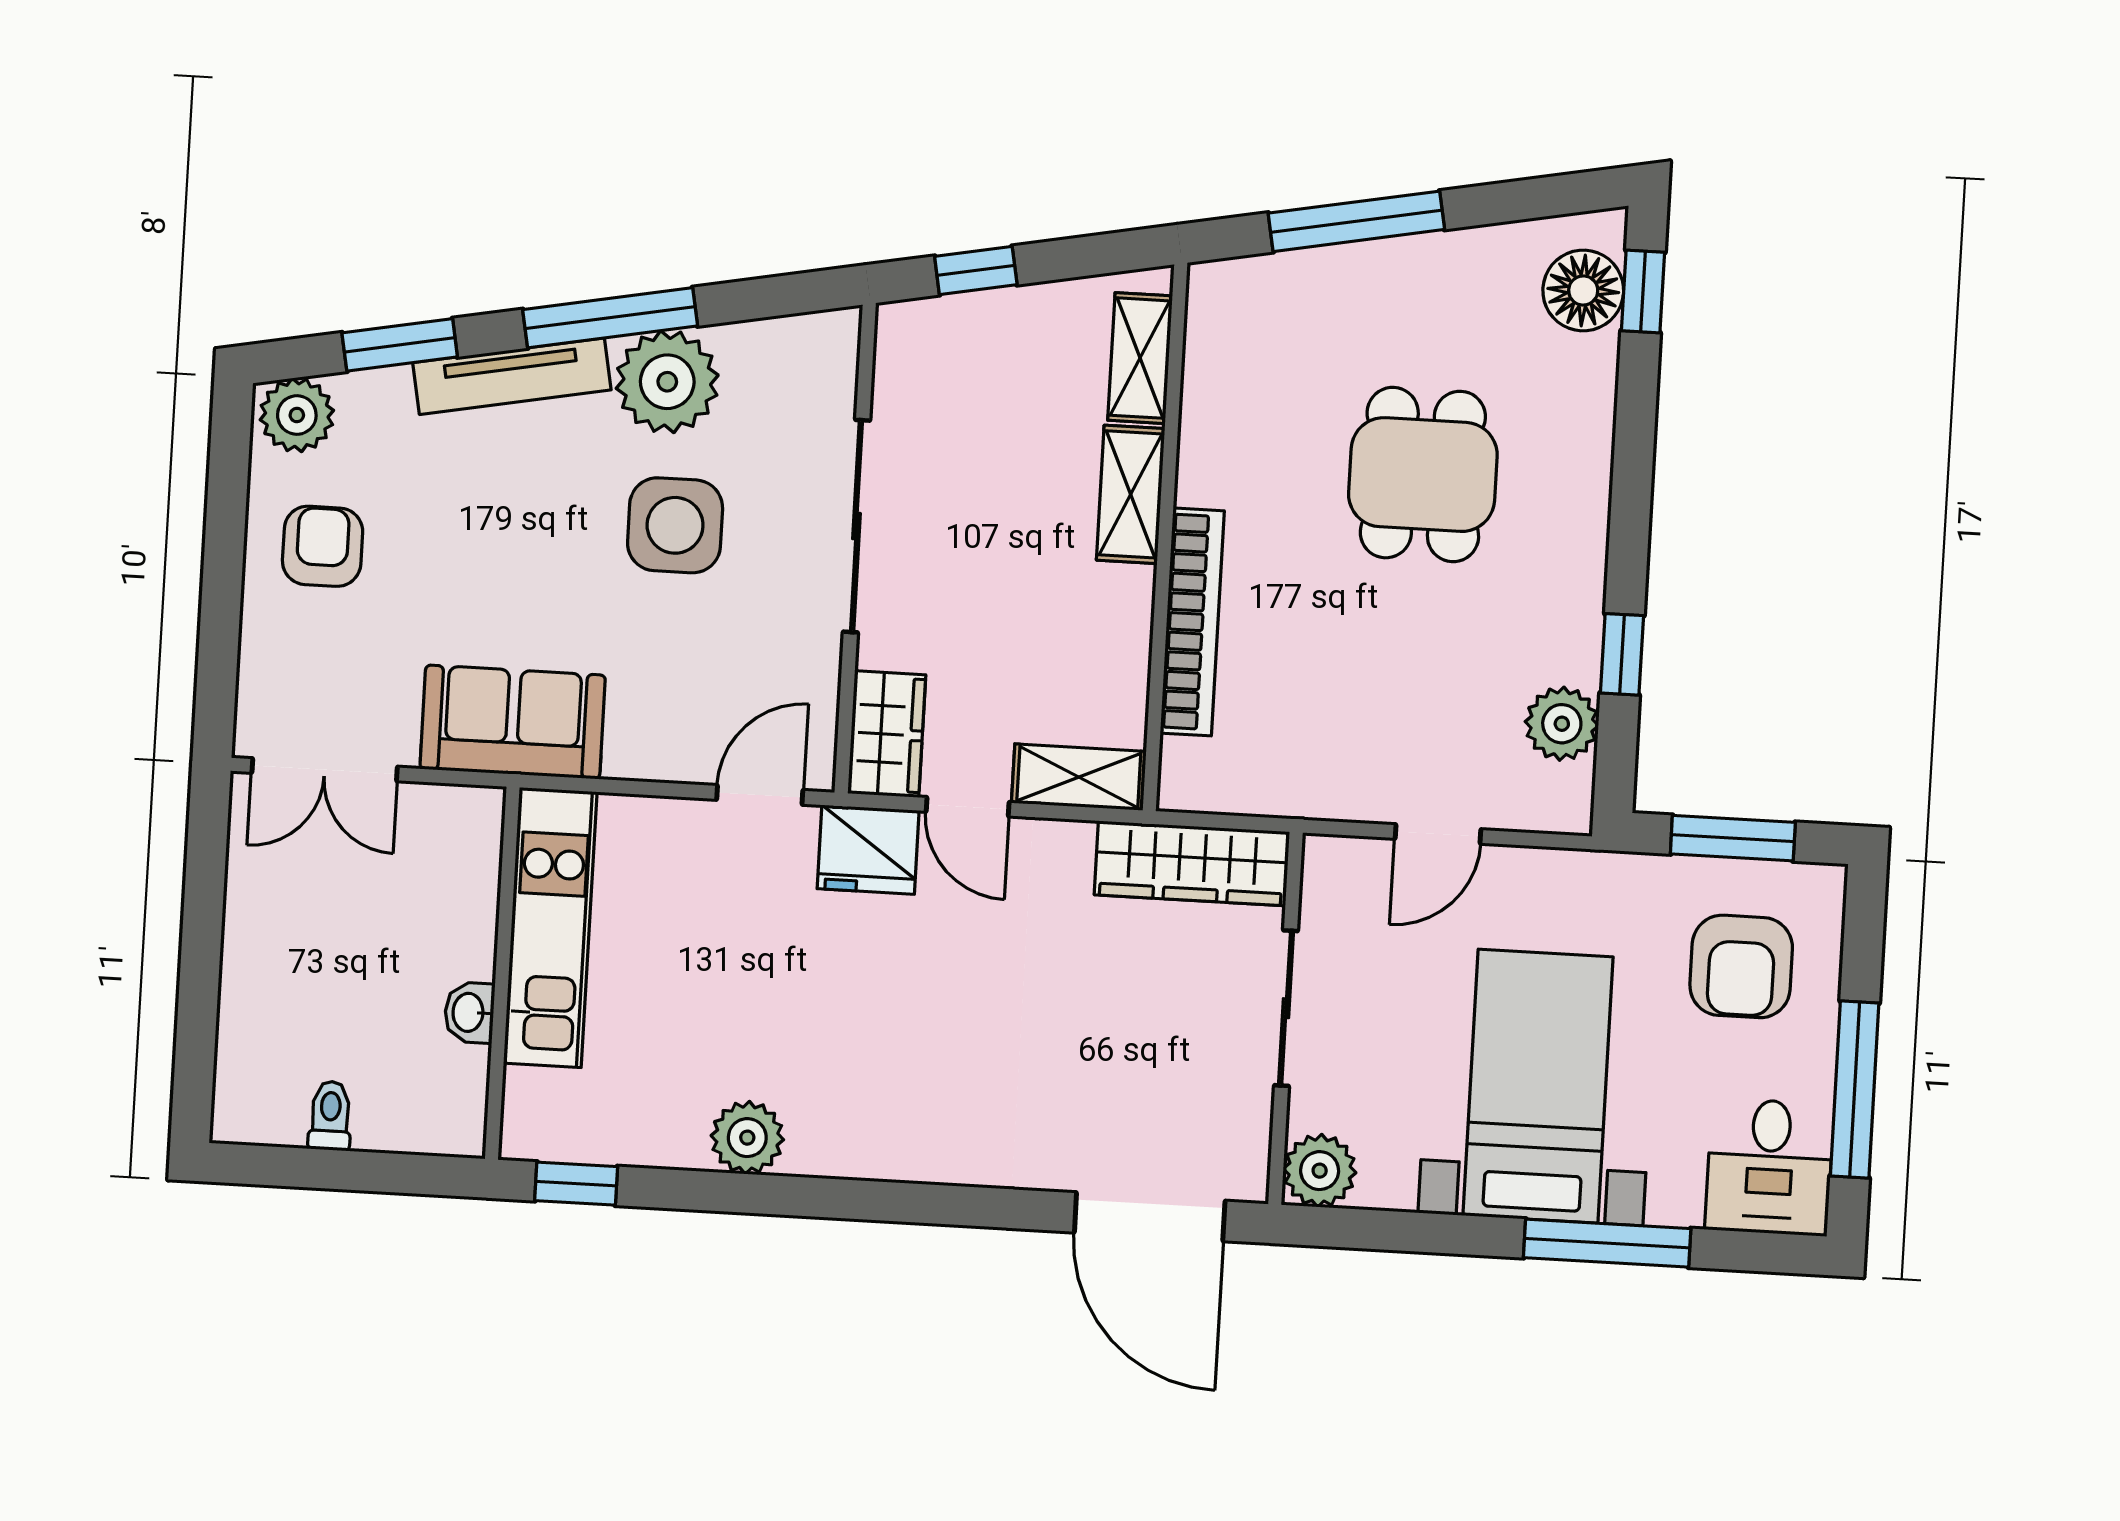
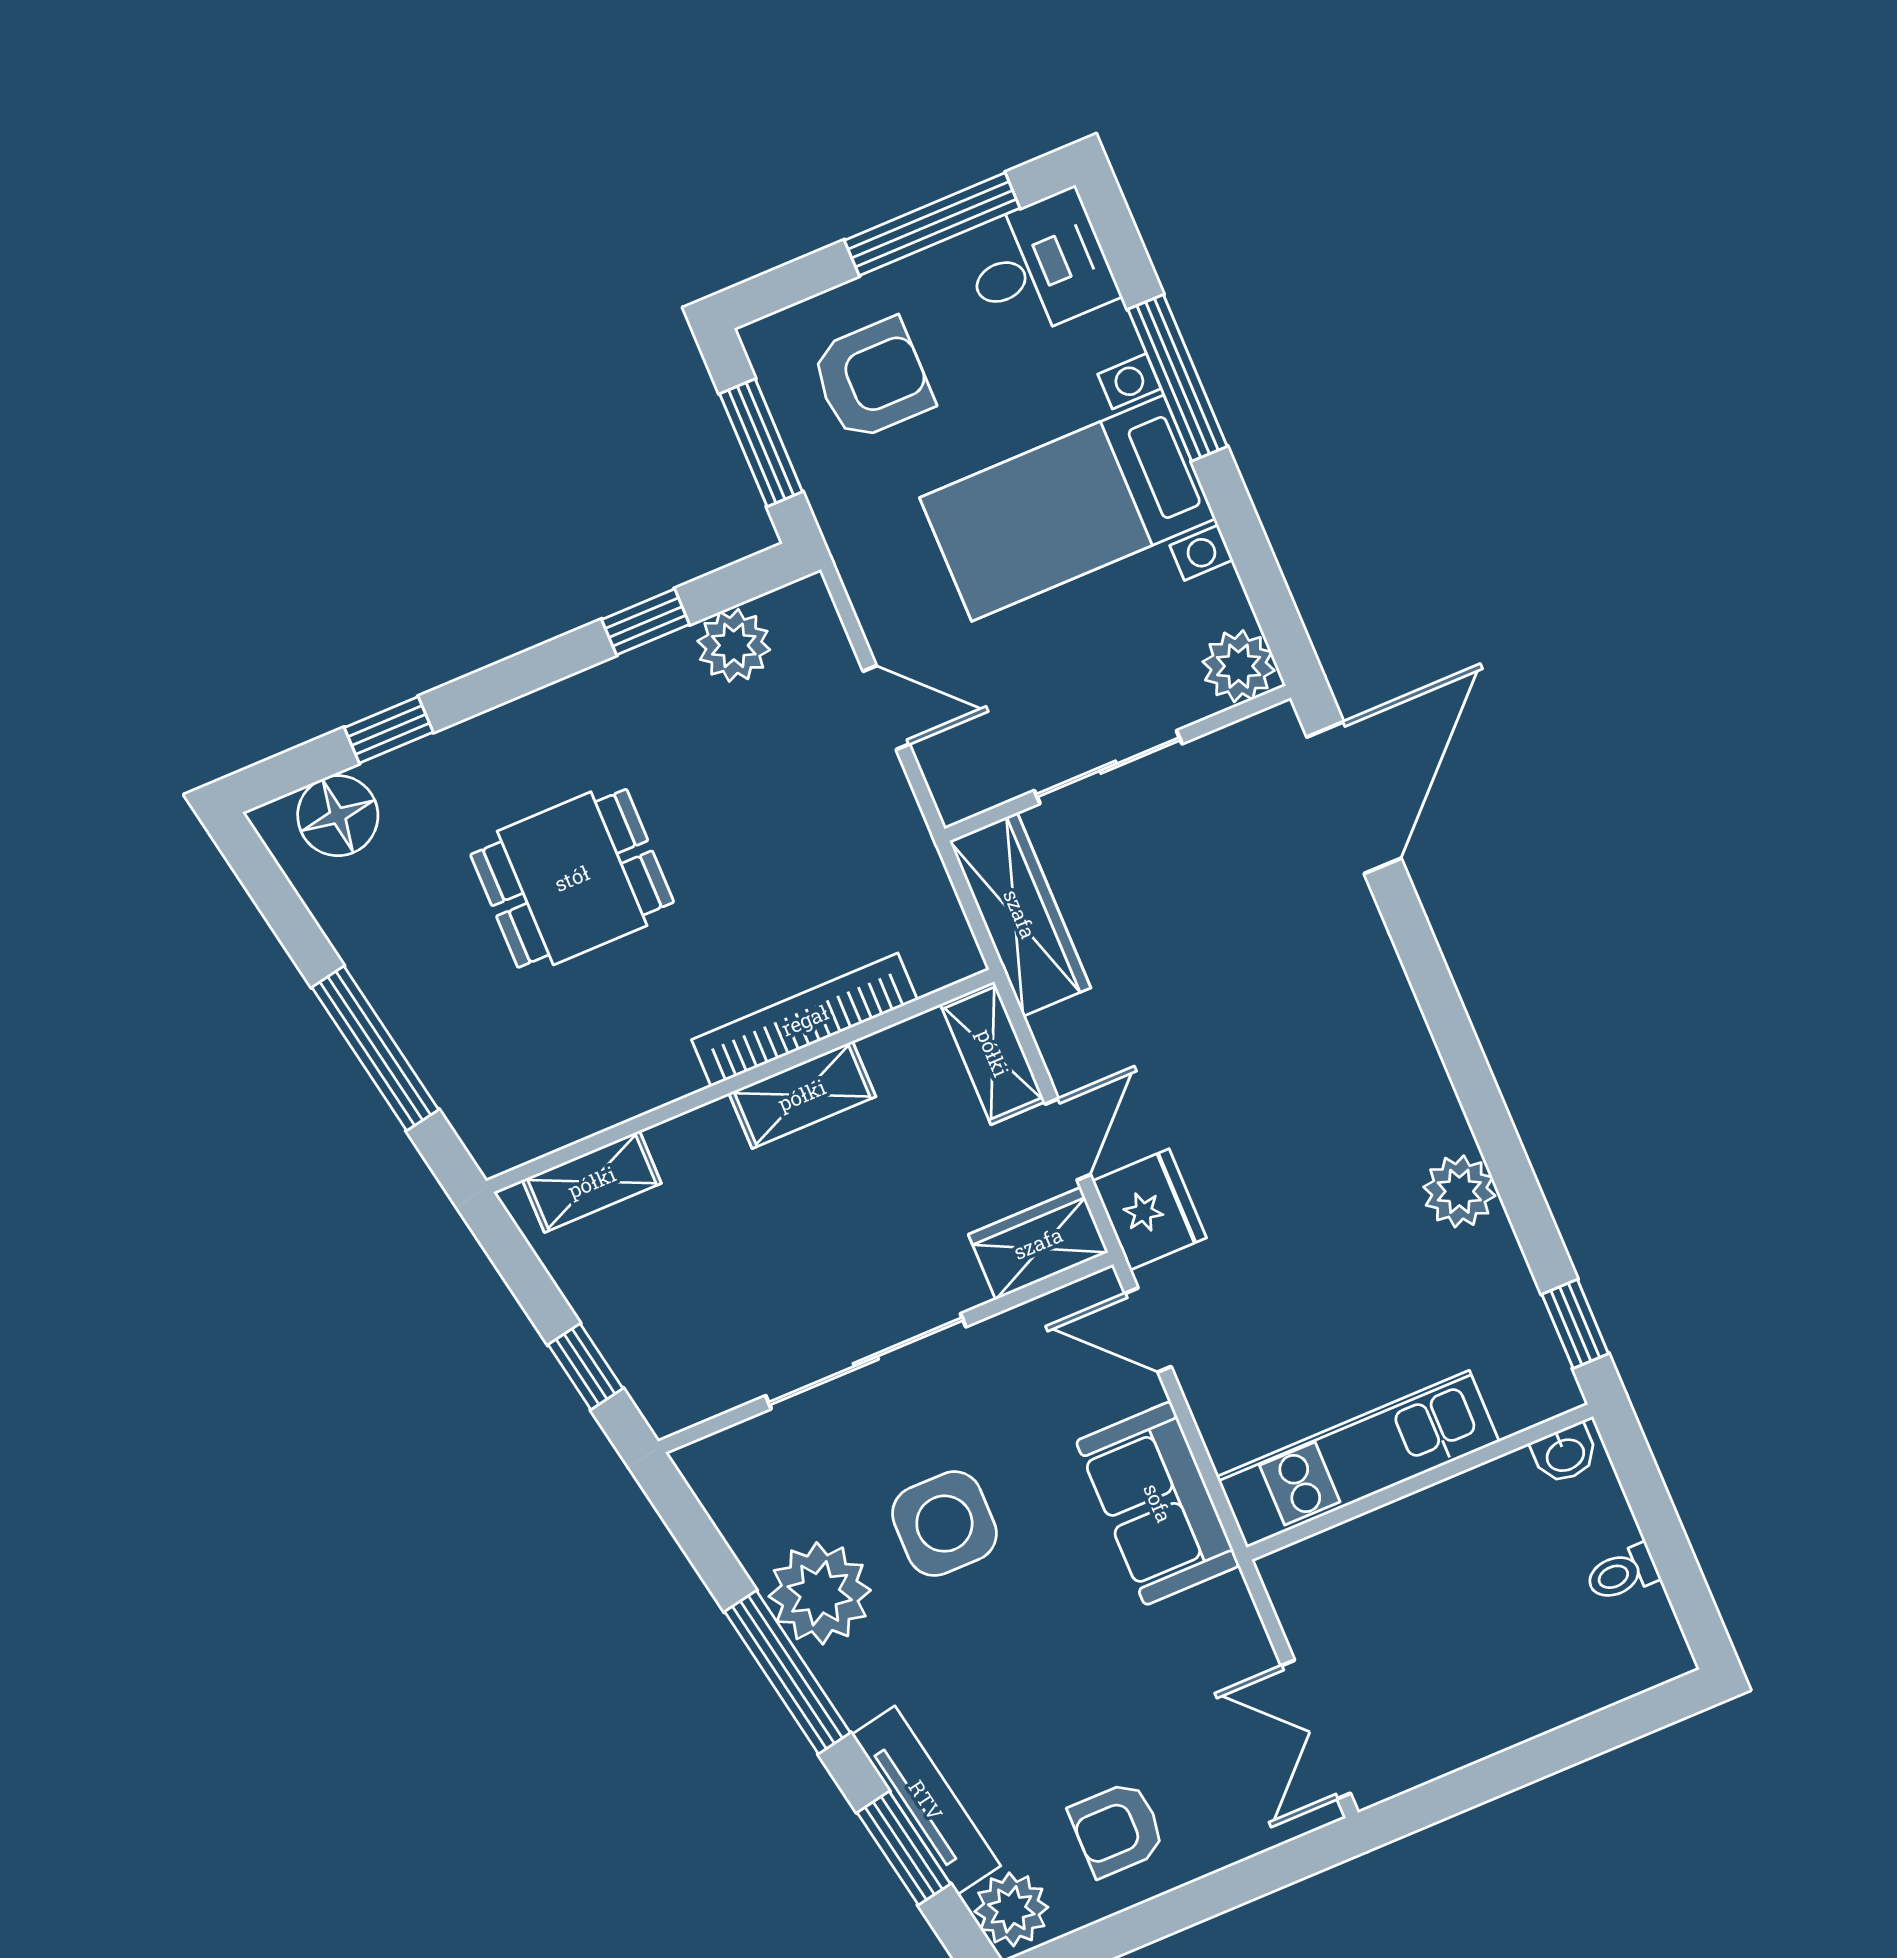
window: (1643, 291) -> (389, 730), moved
tv unit: (512, 376) -> (926, 1800), moved
shelving: (1131, 494) -> (802, 1095), moved
sofa: (513, 722) -> (1158, 1503), moved
double door: (325, 770) -> (1316, 1729), swing flipped
washbasin: (469, 1012) -> (1565, 1454), moved

